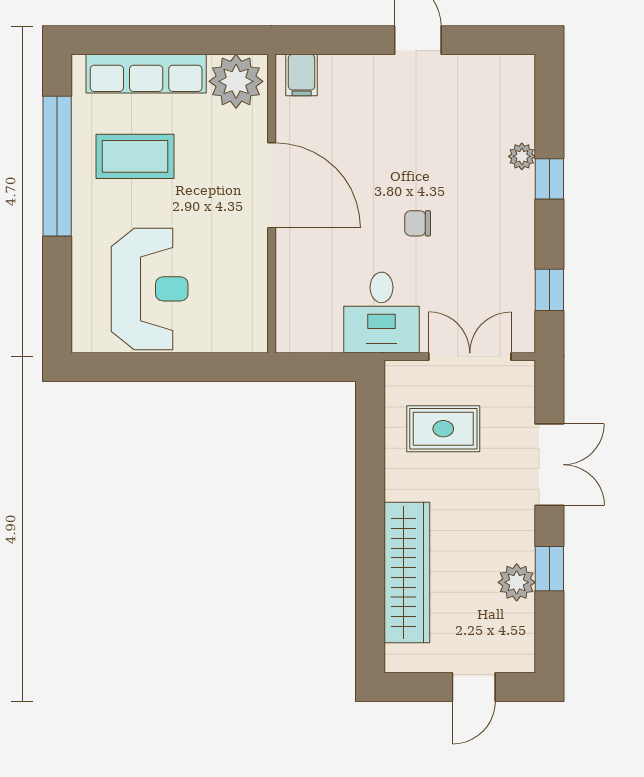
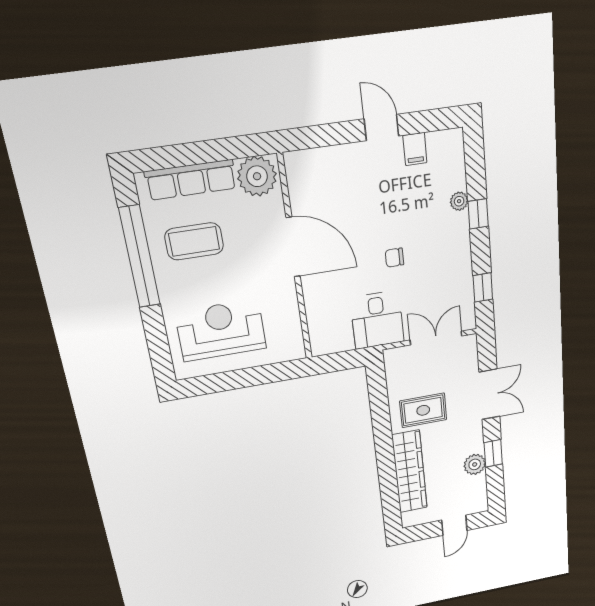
filing cabinet: (302, 75) -> (415, 149), moved
reception desk: (150, 289) -> (221, 330), turned -90
rug: (443, 429) -> (423, 410), moved

